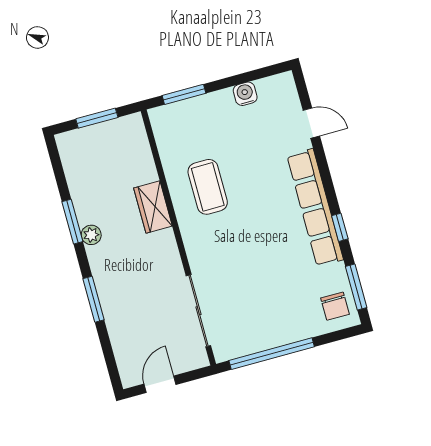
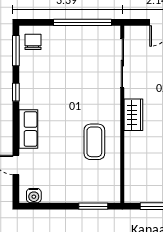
water cooler: (245, 94) -> (34, 196), moved
wardrobe: (153, 207) -> (133, 115), moved
row of seats: (315, 208) -> (28, 129), width x0.50

